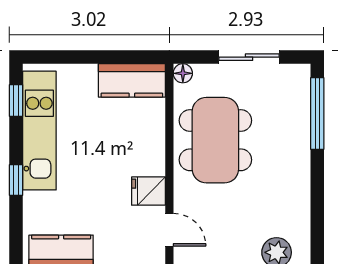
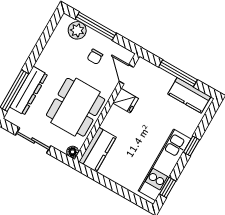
kitchen counter: (132, 80) -> (98, 150), moved, turned 90
dresser: (297, 125) -> (29, 91), added
chair: (229, 229) -> (95, 57), added

